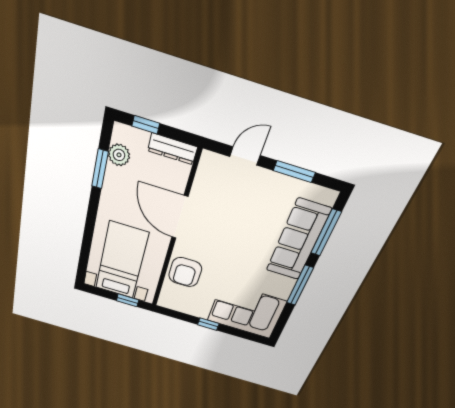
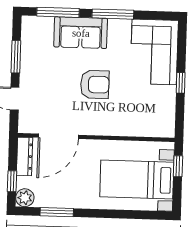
plant: (119, 155) -> (25, 198), moved
door: (180, 217) -> (58, 136), moved
sofa: (298, 240) -> (81, 33), width x0.73
armchair: (185, 272) -> (95, 84), moved

